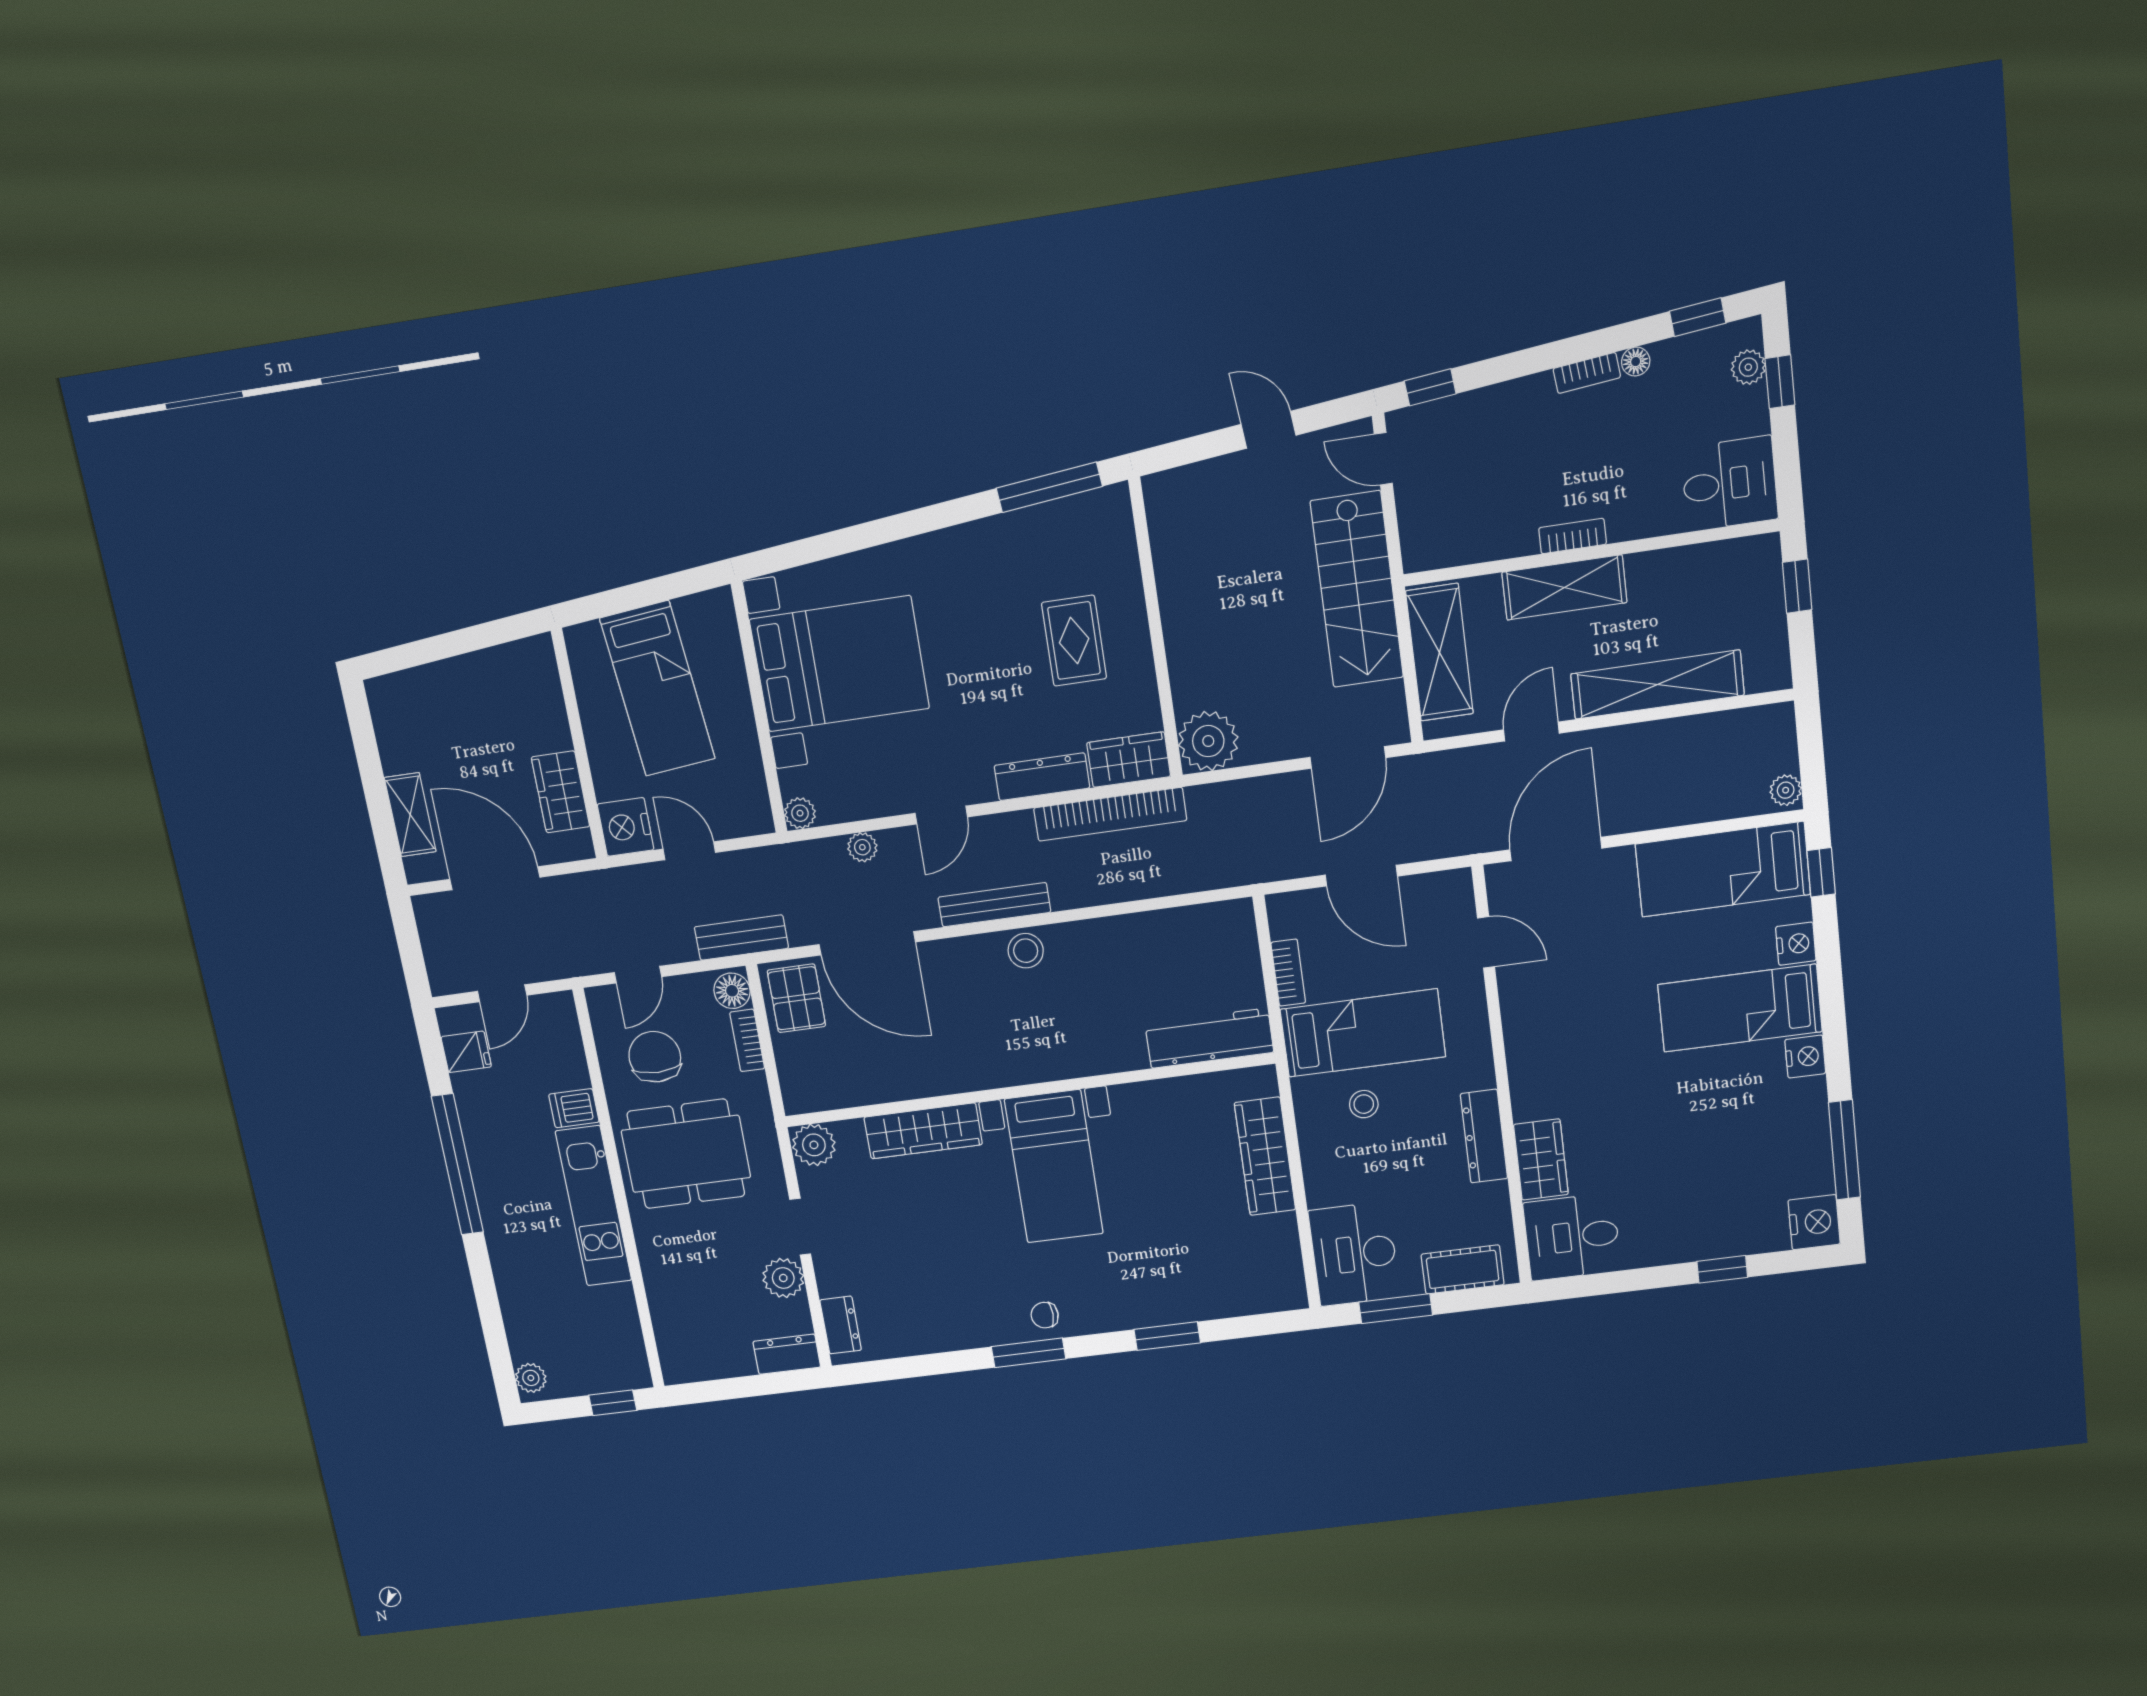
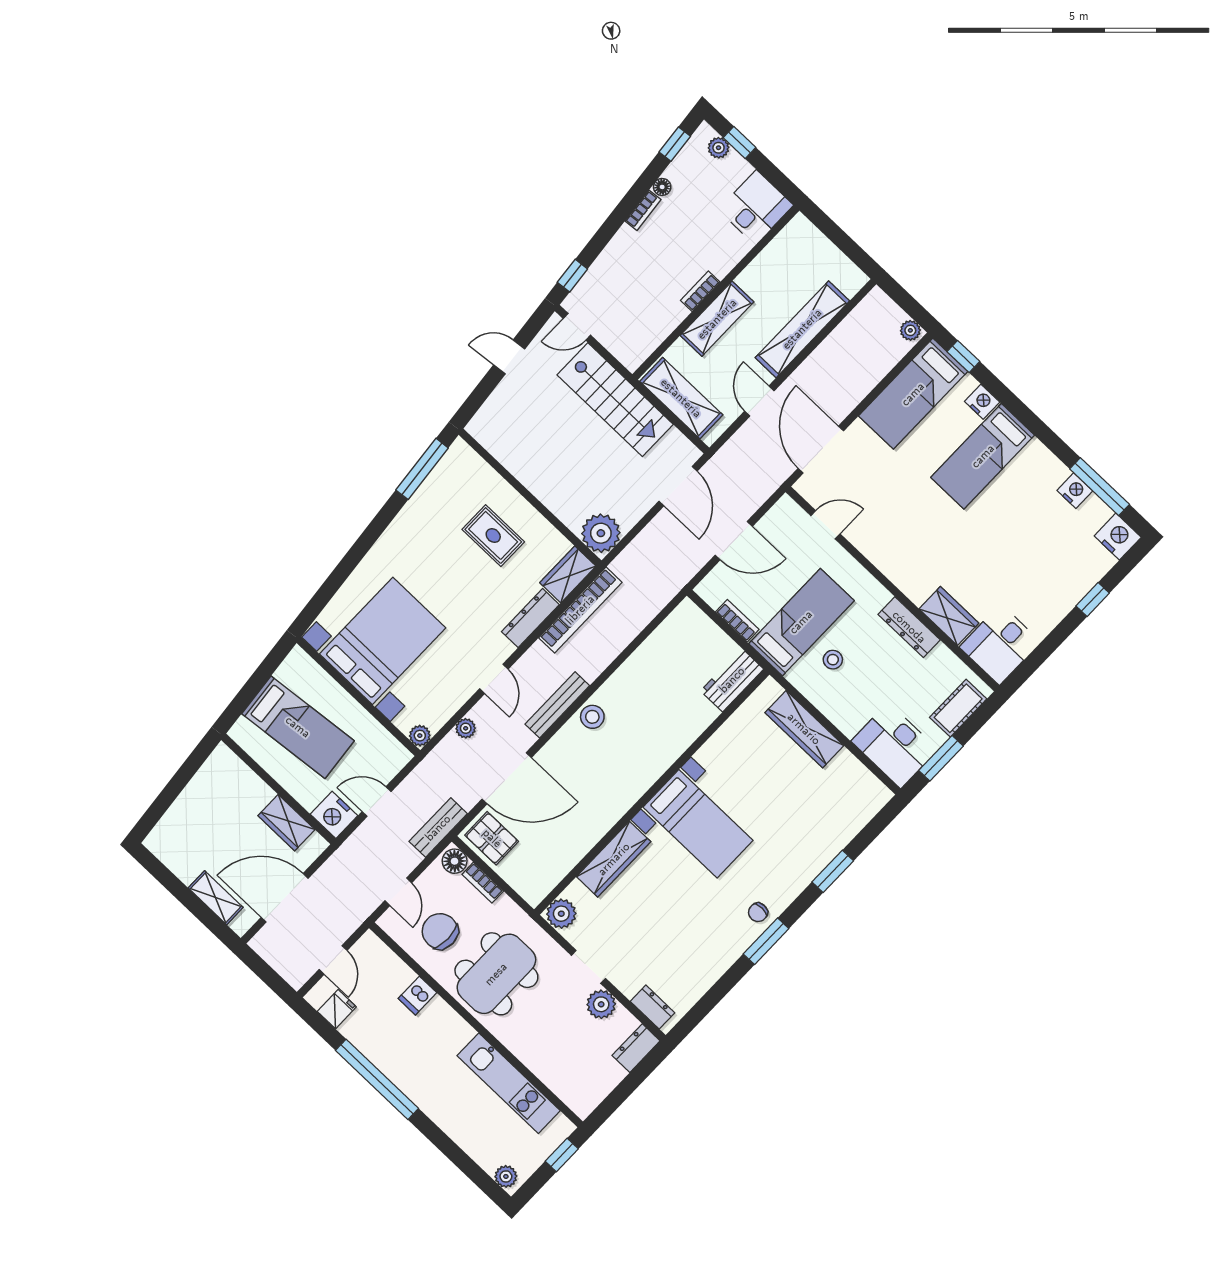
window: (1797, 586) -> (830, 229), removed
workbench: (1209, 1038) -> (732, 680), width x0.73
nightstand: (1805, 1057) -> (1075, 491), moved
kitchen unit: (594, 1206) -> (509, 1083), moved

